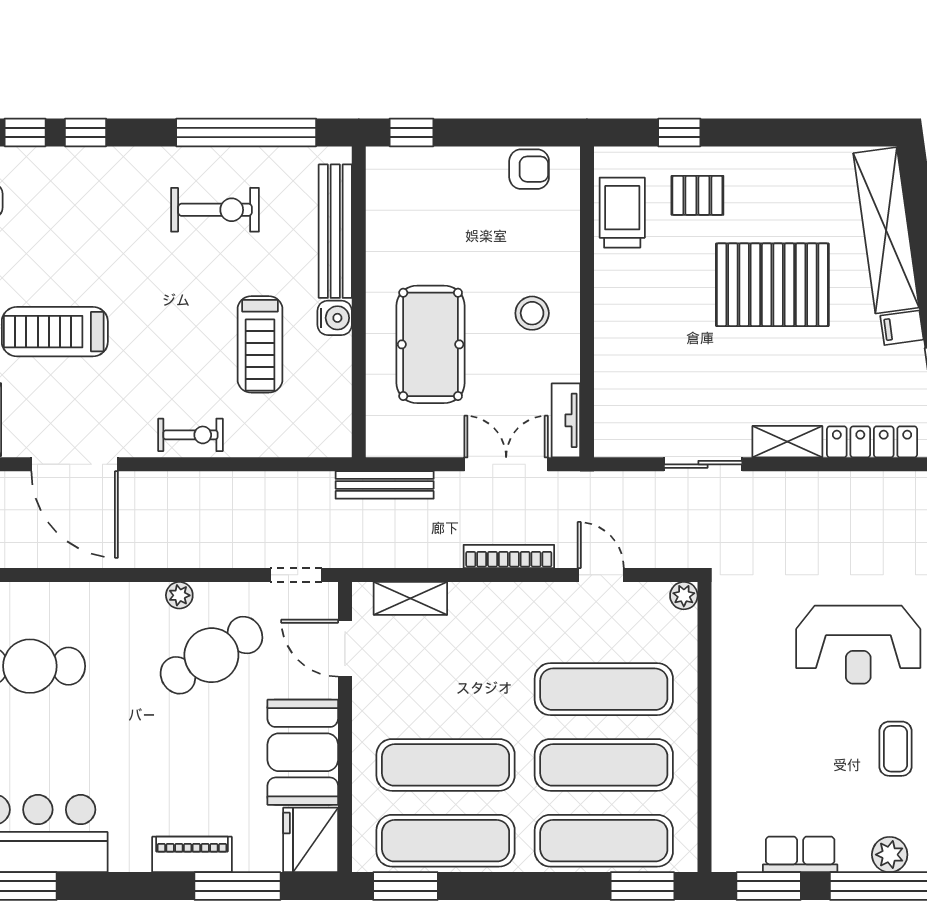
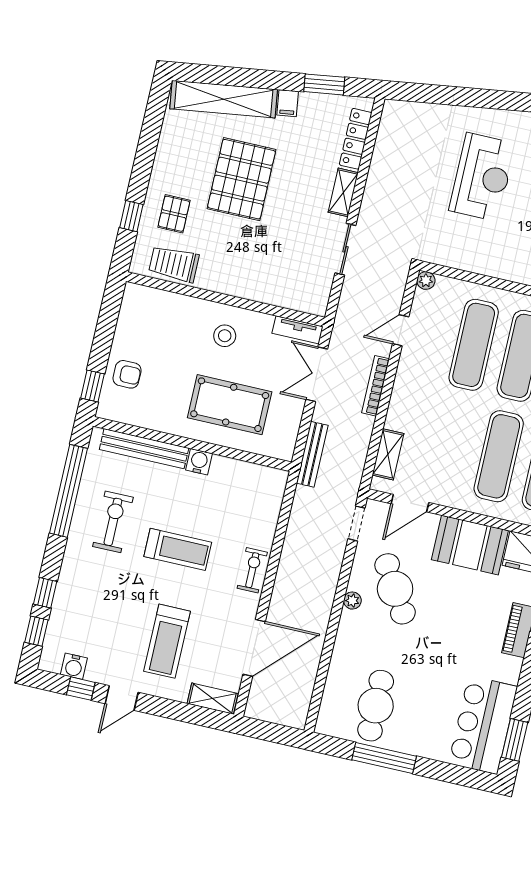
armchair: (529, 169) -> (127, 374), moved, turned 90
treadmill: (260, 344) -> (178, 549), moved

